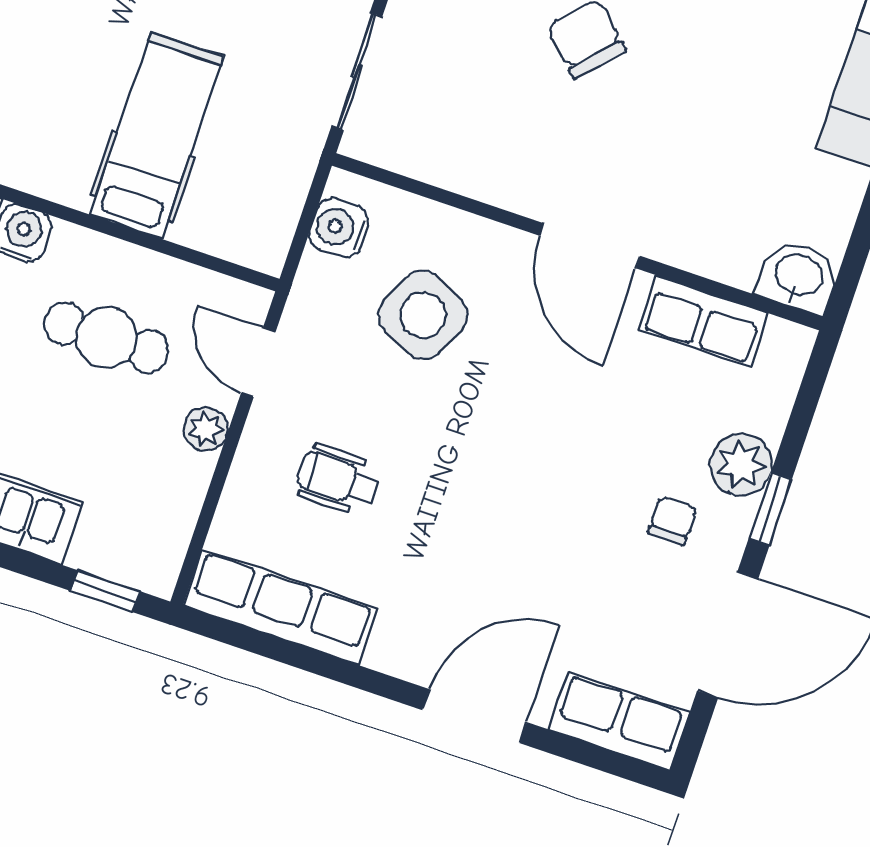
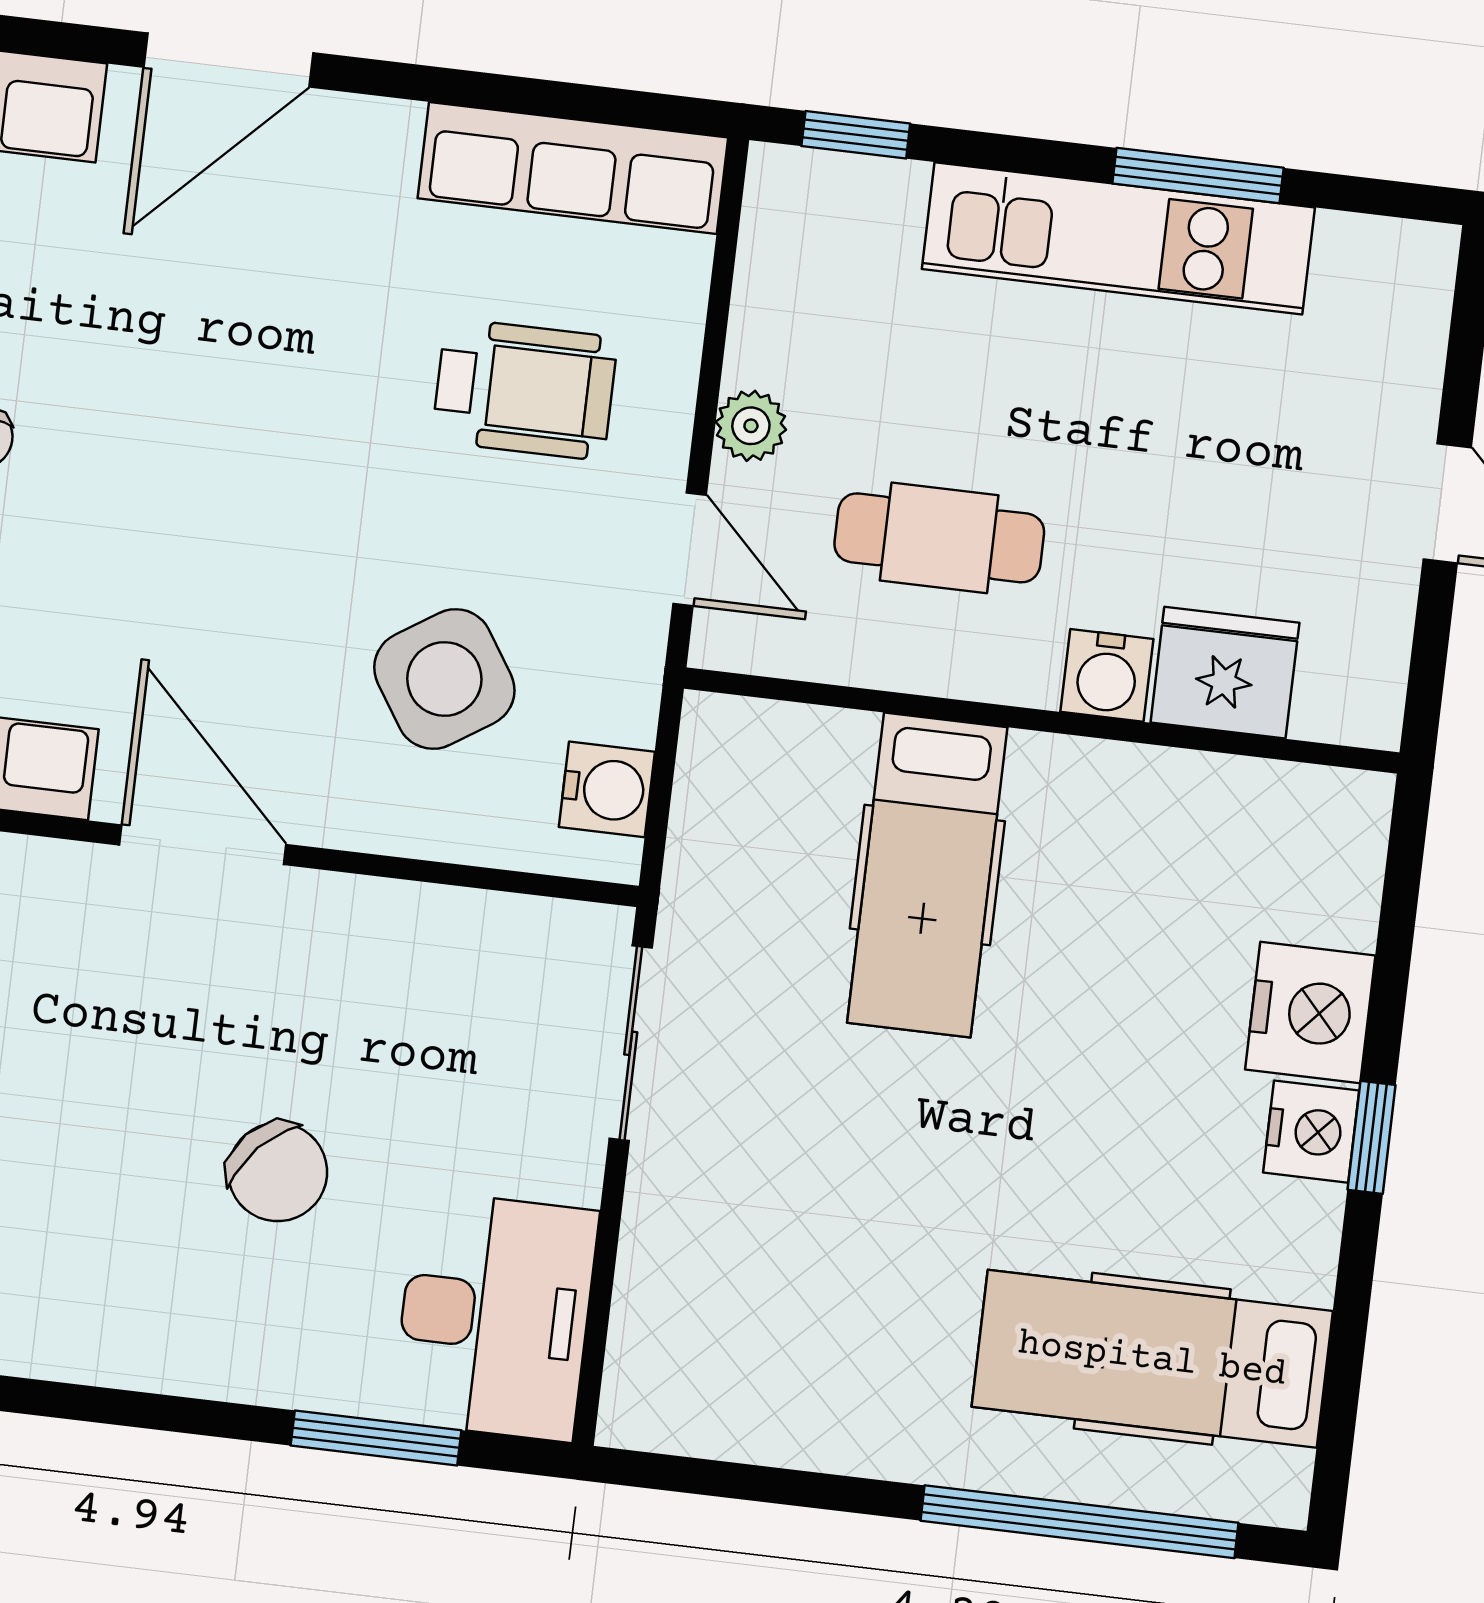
side table: (423, 315) -> (444, 679), turned 33
wheelchair: (338, 480) -> (525, 389), width x1.36, depth x1.37

